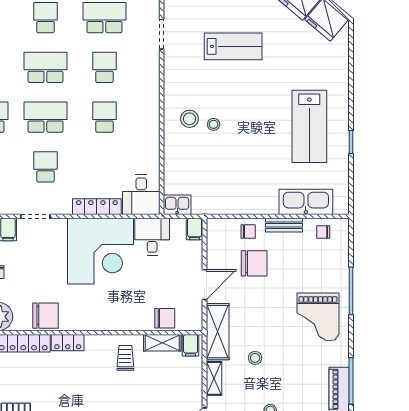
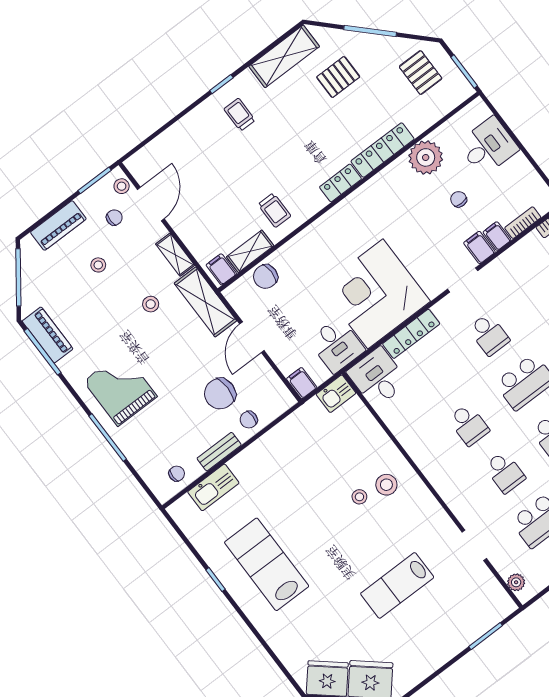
kitchen sink: (306, 202) -> (213, 487), width x0.73, depth x0.81
chair: (46, 316) -> (381, 193), removed

